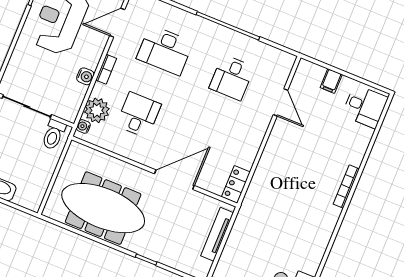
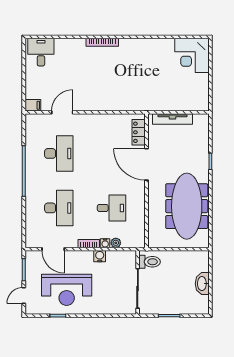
desk: (232, 78) -> (59, 153), width x1.37
filing cabinet: (331, 81) -> (33, 105), moved
plant: (97, 110) -> (116, 243), width x0.53, depth x0.53
desk: (139, 115) -> (111, 208), turned 180
water cooler: (83, 126) -> (105, 243), moved
locker: (236, 184) -> (139, 132), moved, turned 90

